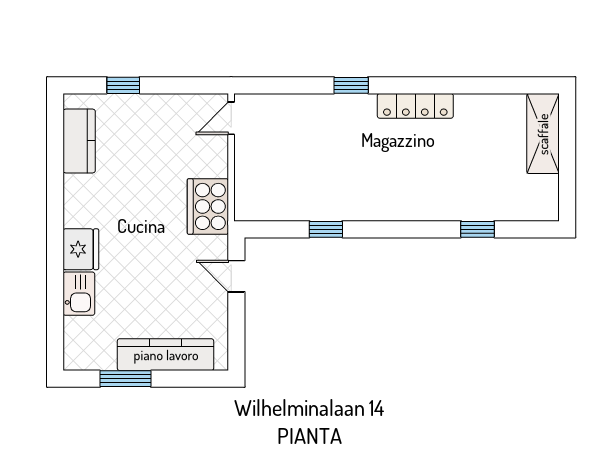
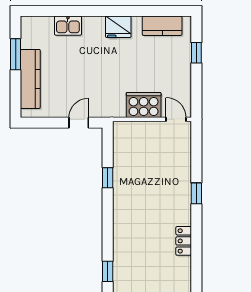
locker: (415, 106) -> (184, 241), width x0.66
cooker: (208, 206) -> (144, 105), moved
fridge: (81, 249) -> (118, 27), moved

